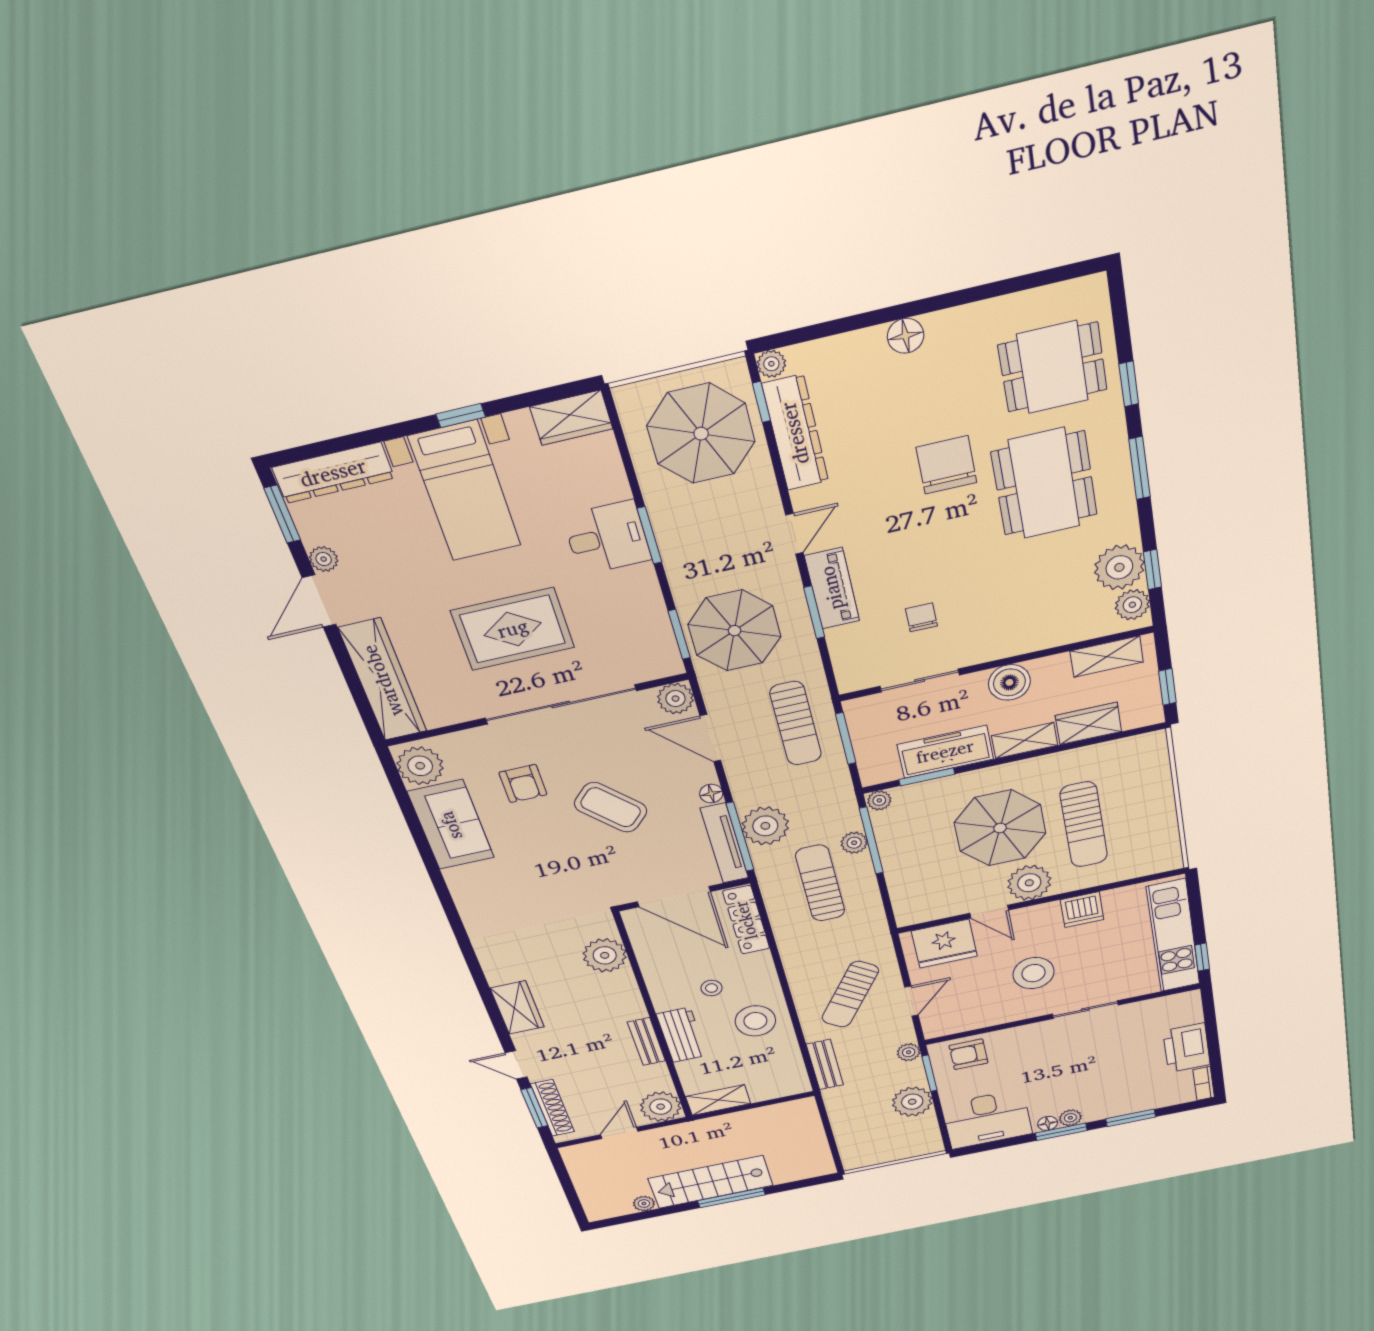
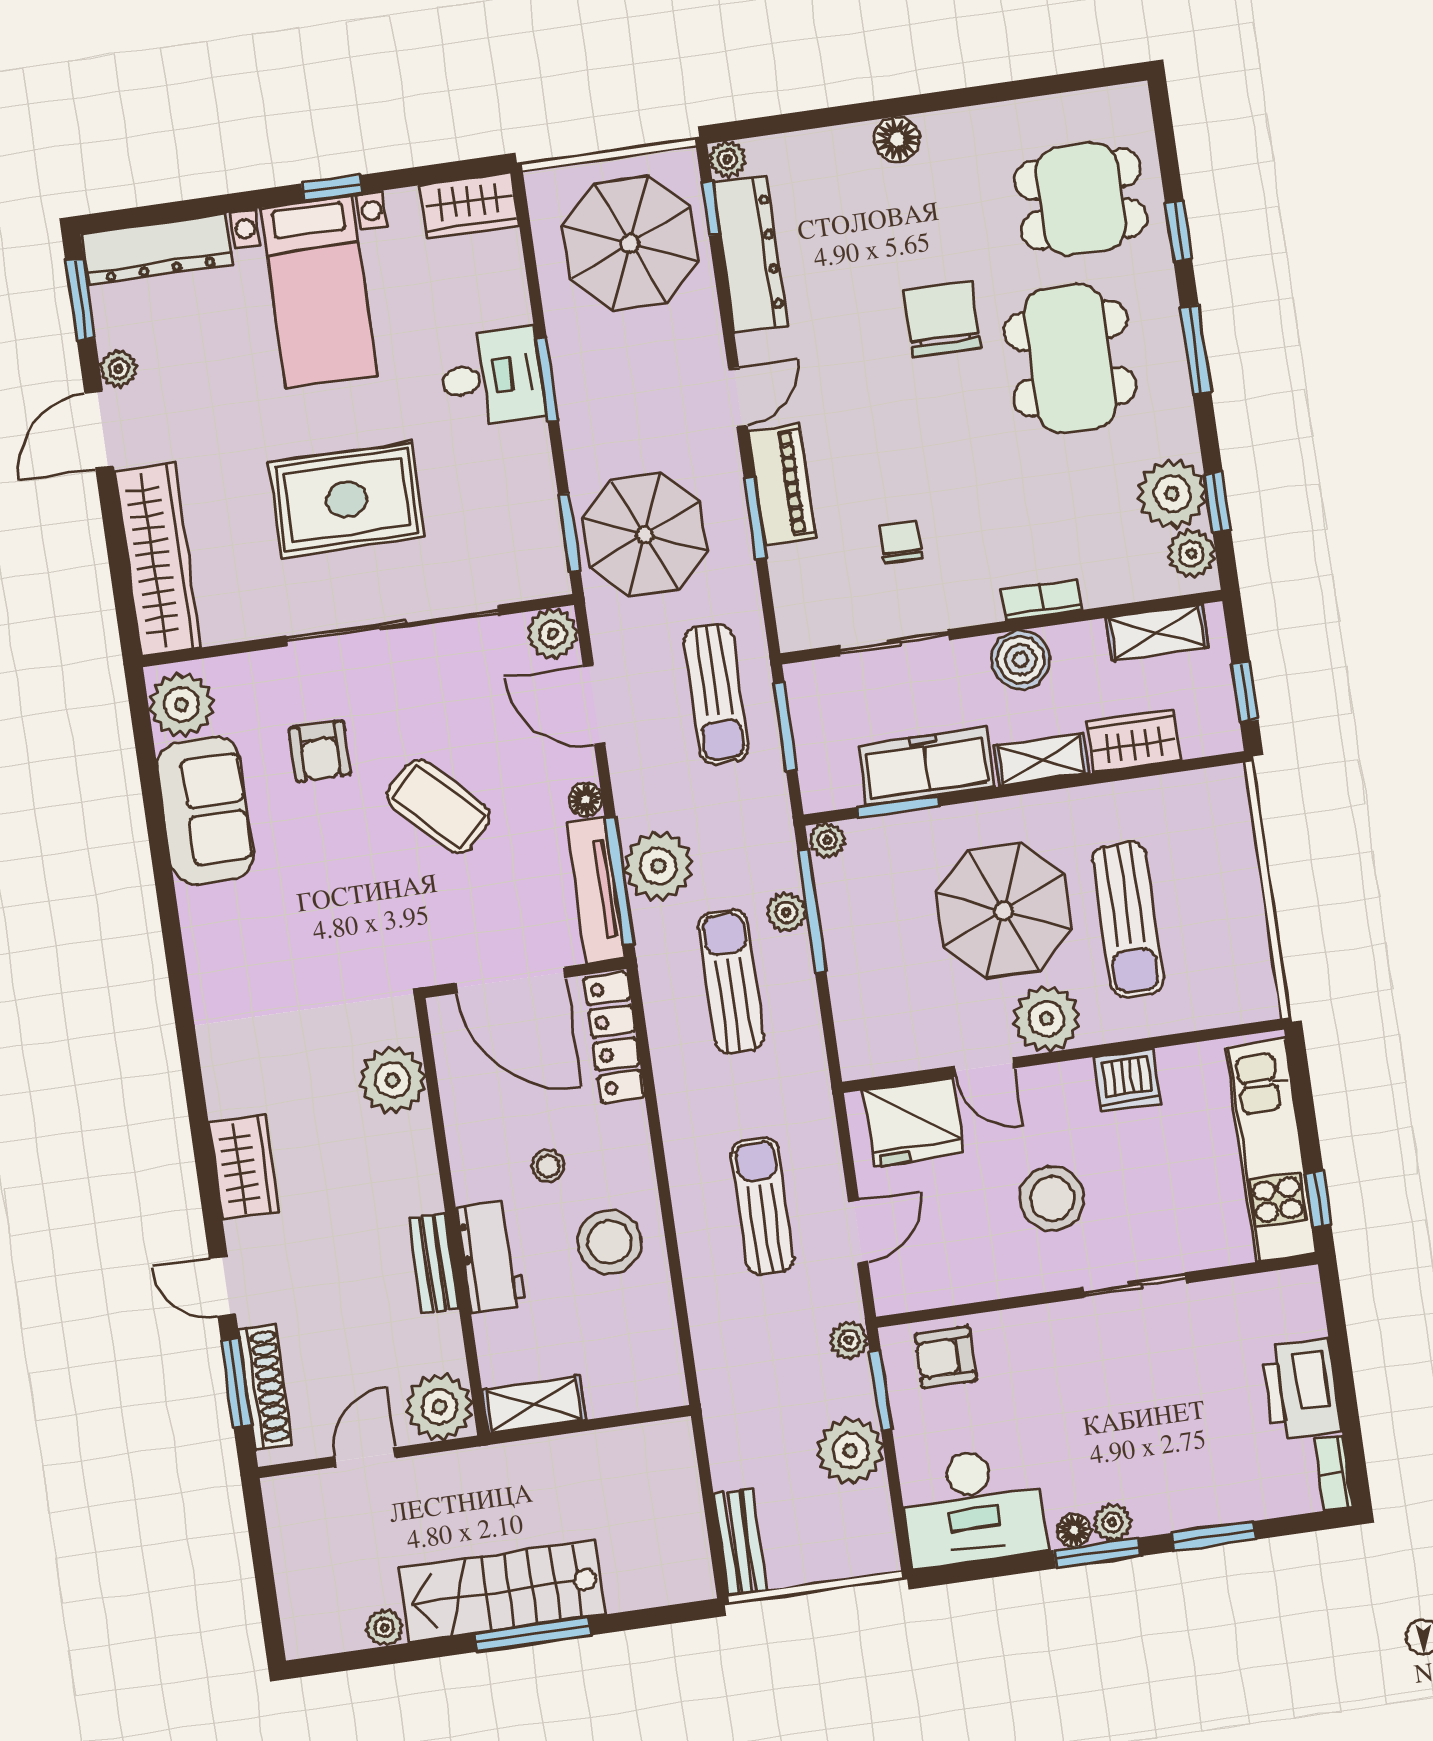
bookcase: (1024, 644) -> (1042, 600), added
sun lounger: (850, 994) -> (762, 1206), turned 145
bench: (825, 1065) -> (740, 1543), moved

